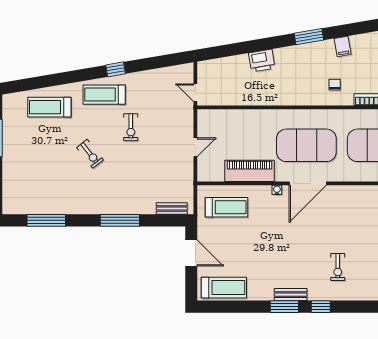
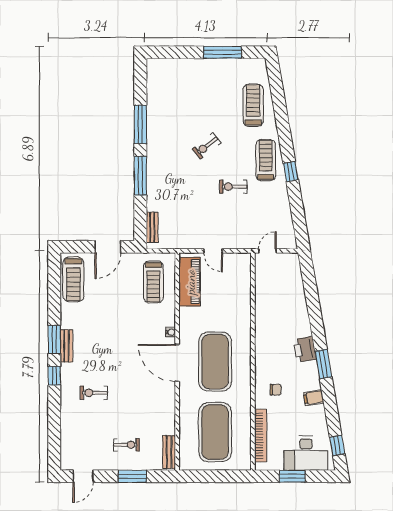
printer: (262, 61) -> (305, 349), moved
piano: (250, 171) -> (190, 282), moved
window: (46, 220) -> (140, 124), moved

